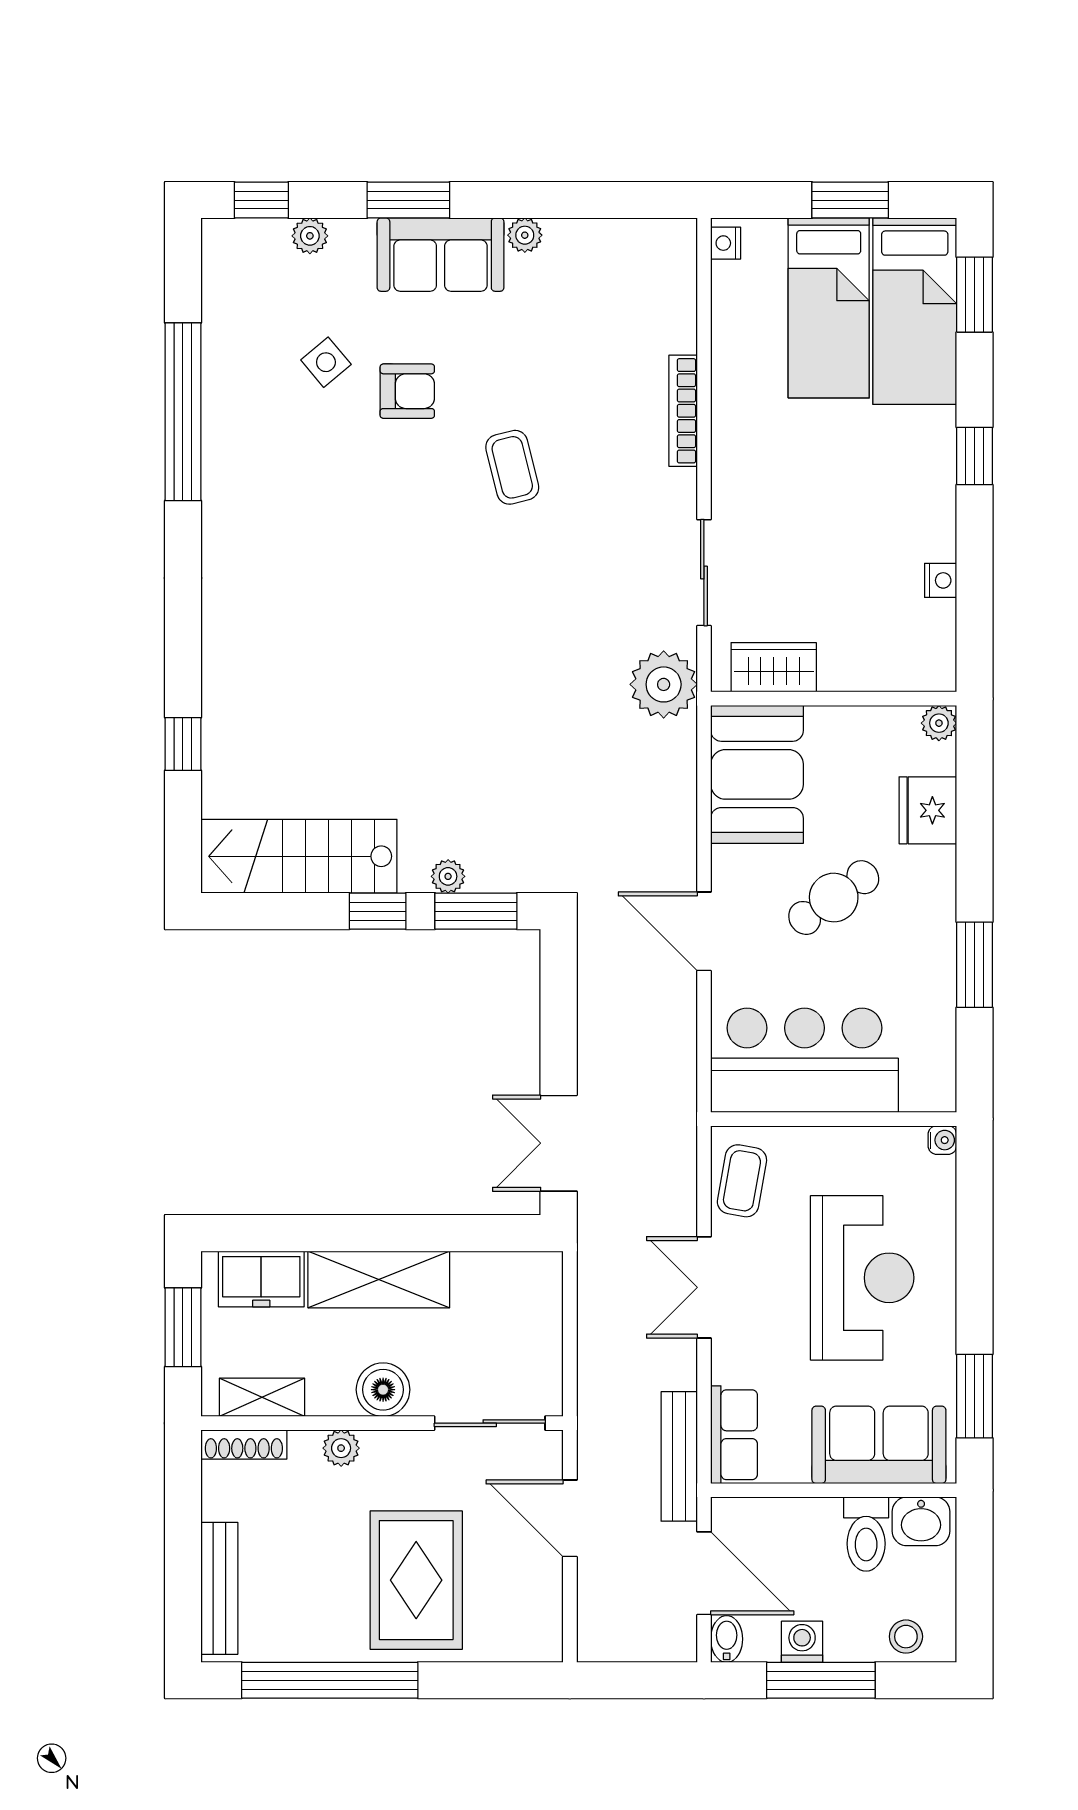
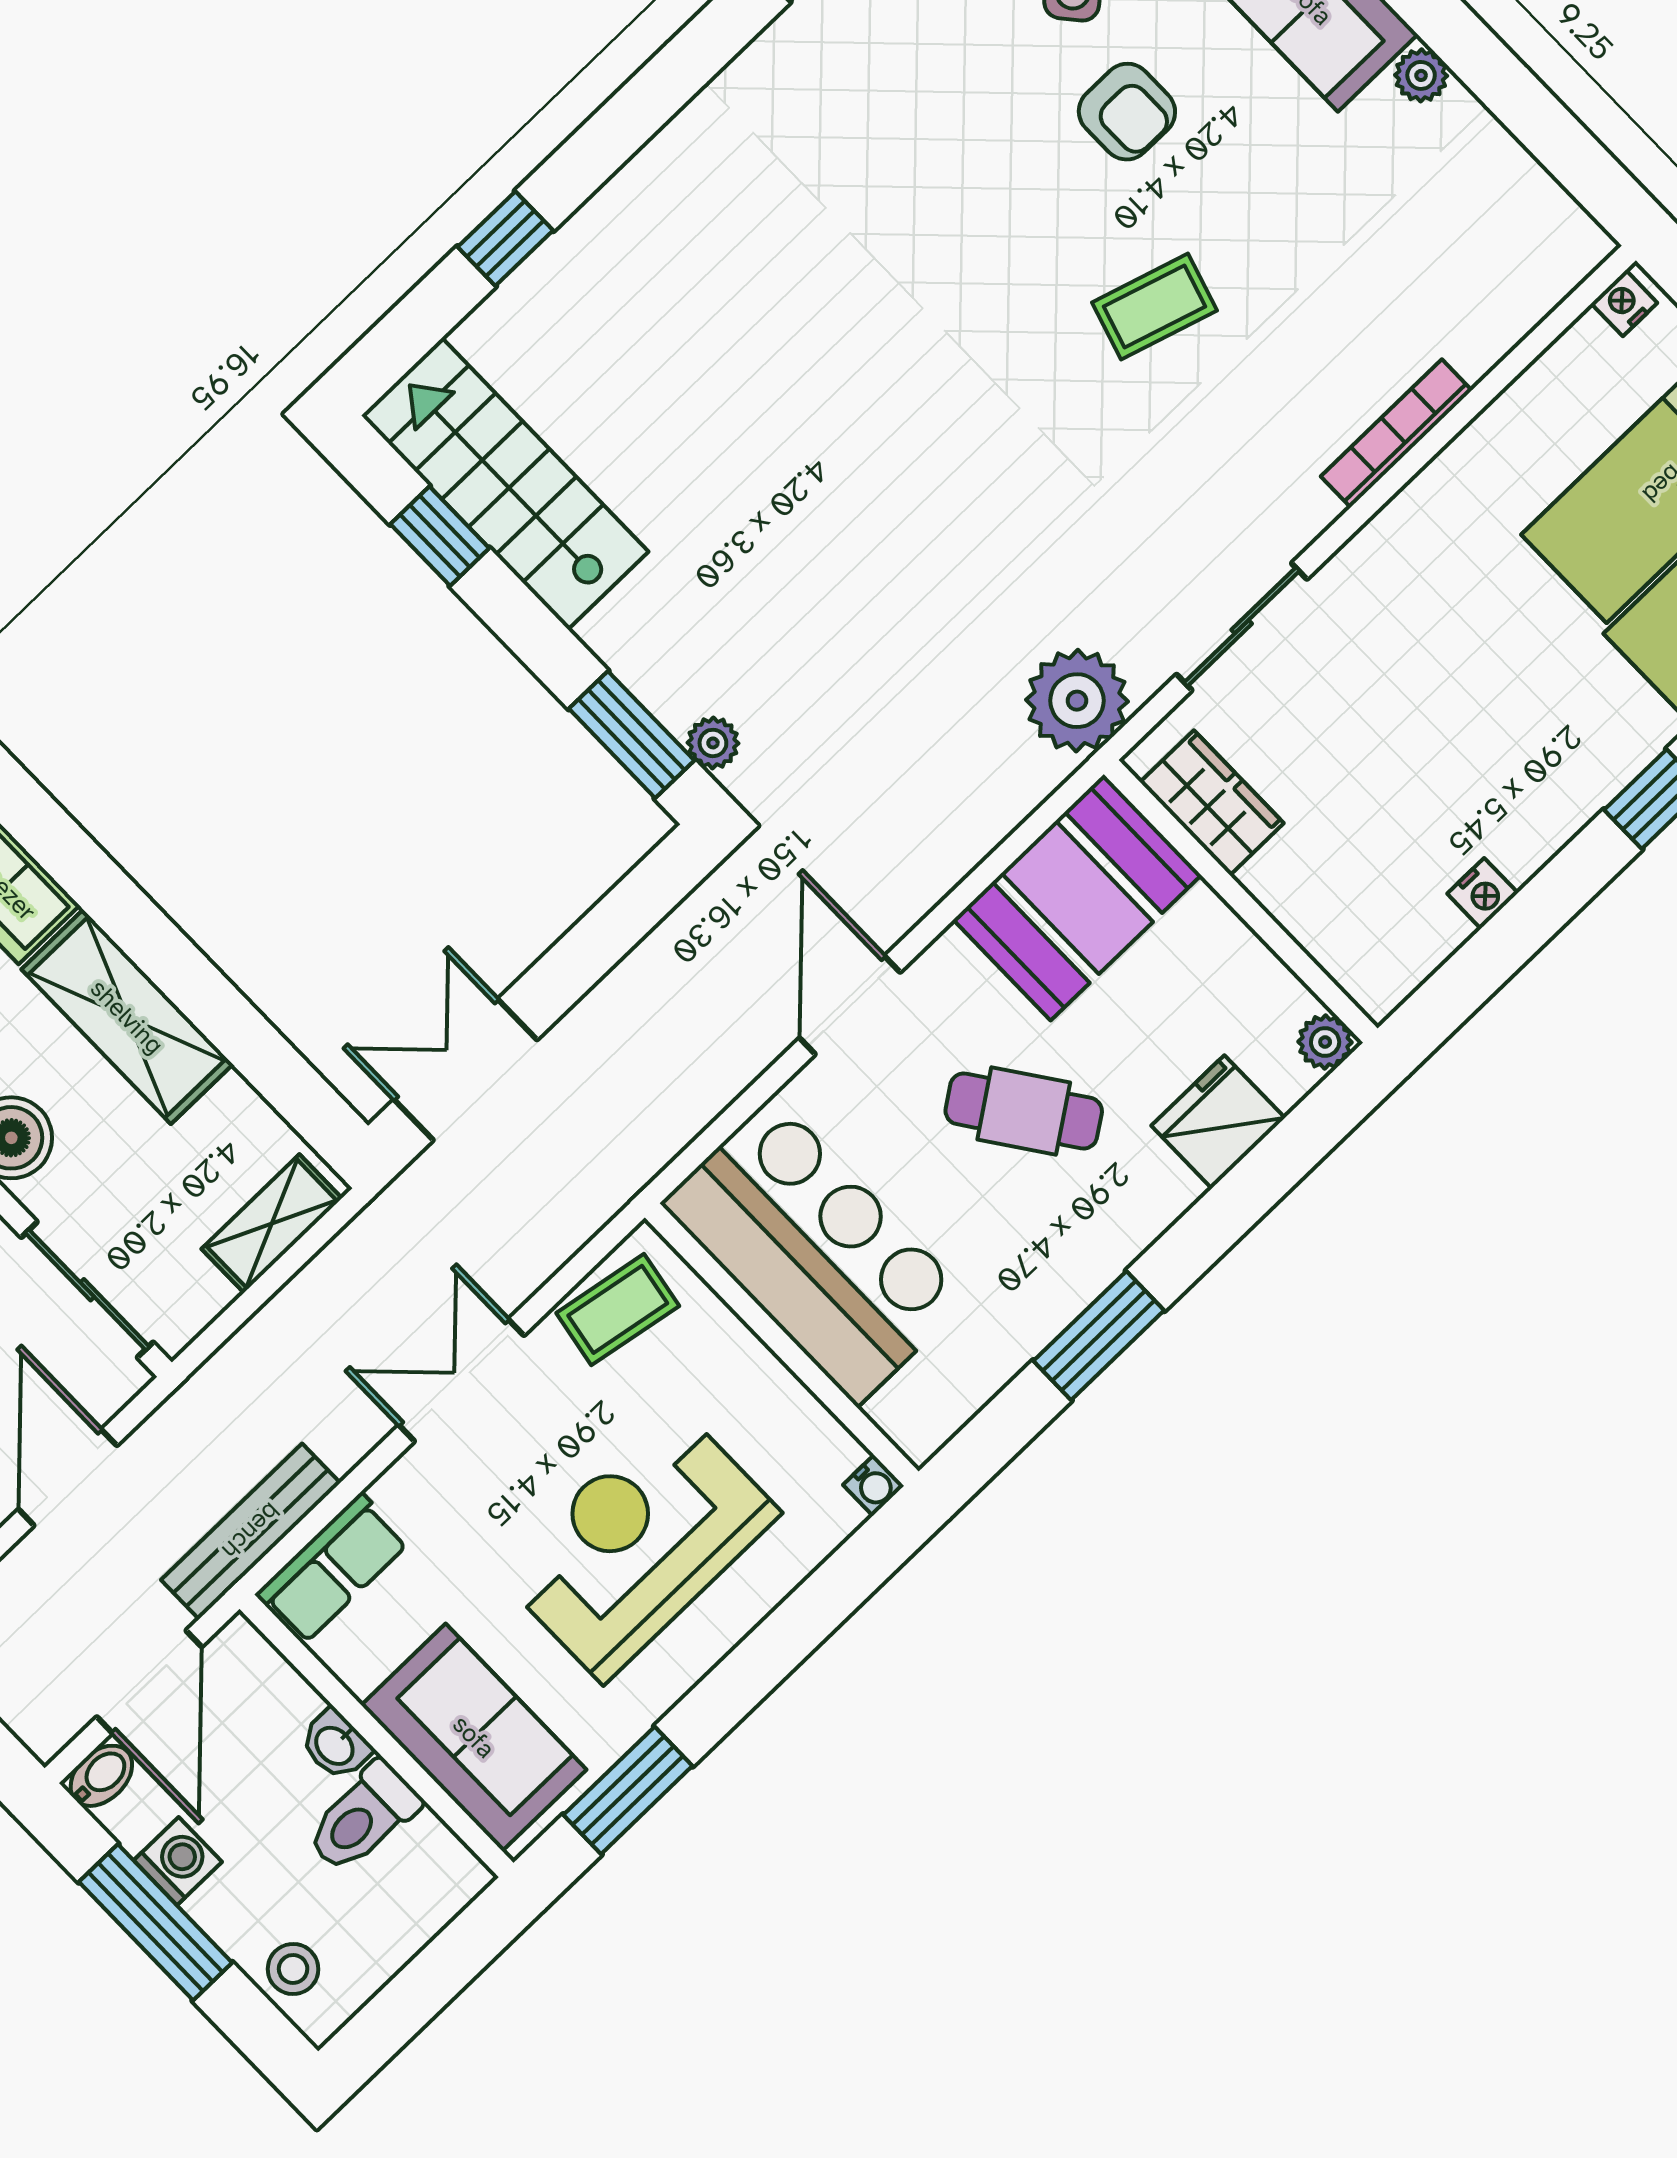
coffee table: (512, 467) -> (1154, 306), turned 31
plant: (448, 876) -> (713, 743), moved
window: (378, 911) -> (440, 536), moved
reception desk: (862, 1278) -> (639, 1543), turned 180
shelving: (543, 1305) -> (272, 1224), added
washbasin: (921, 1521) -> (336, 1745), moved, width x0.72, depth x0.69

